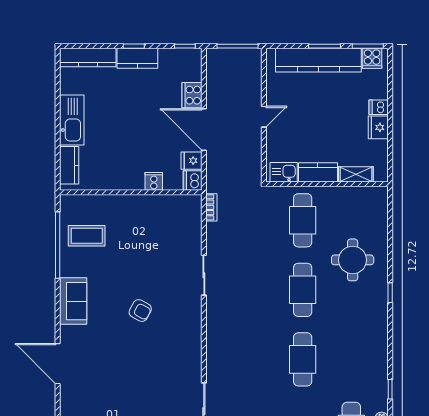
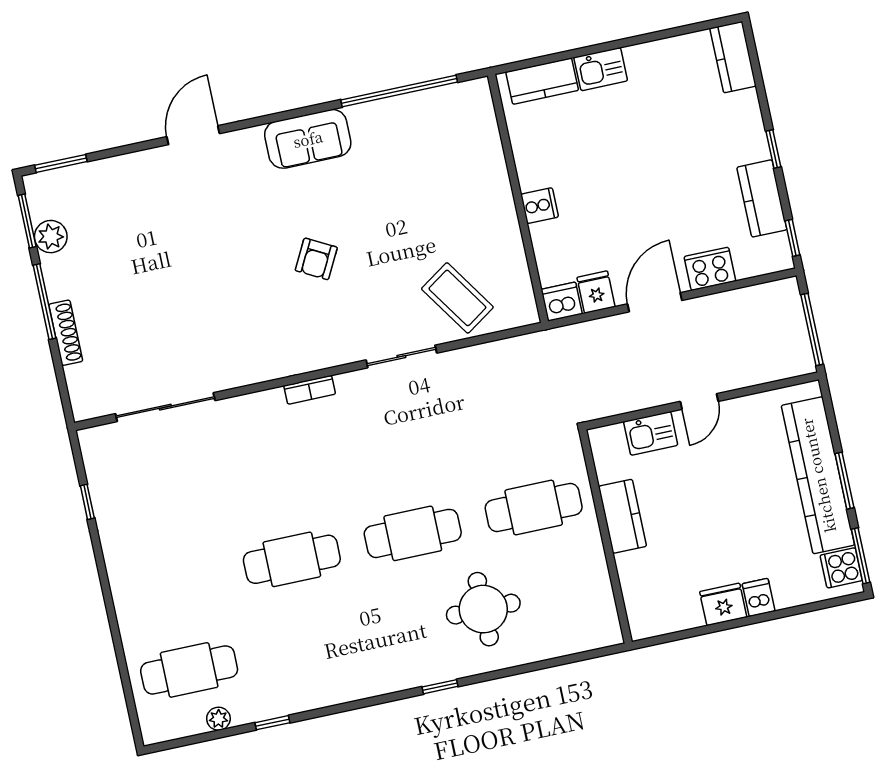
kitchen counter: (88, 57) -> (733, 57), width x0.67
kitchen counter: (137, 58) -> (762, 198), moved
door: (264, 117) -> (699, 401), hinge flipped
kitchen sink: (72, 120) -> (601, 69), width x0.53, depth x0.81
door: (204, 129) -> (655, 302), width x0.73
kitchen sink: (284, 172) -> (651, 433), moved, turned 90
shelving: (356, 174) -> (633, 583), removed
cooker: (154, 181) -> (540, 206), moved
bookcase: (211, 207) -> (310, 390), moved
coffee table: (87, 236) -> (457, 298), moved, turned -34
door: (58, 364) -> (193, 135), width x0.73

